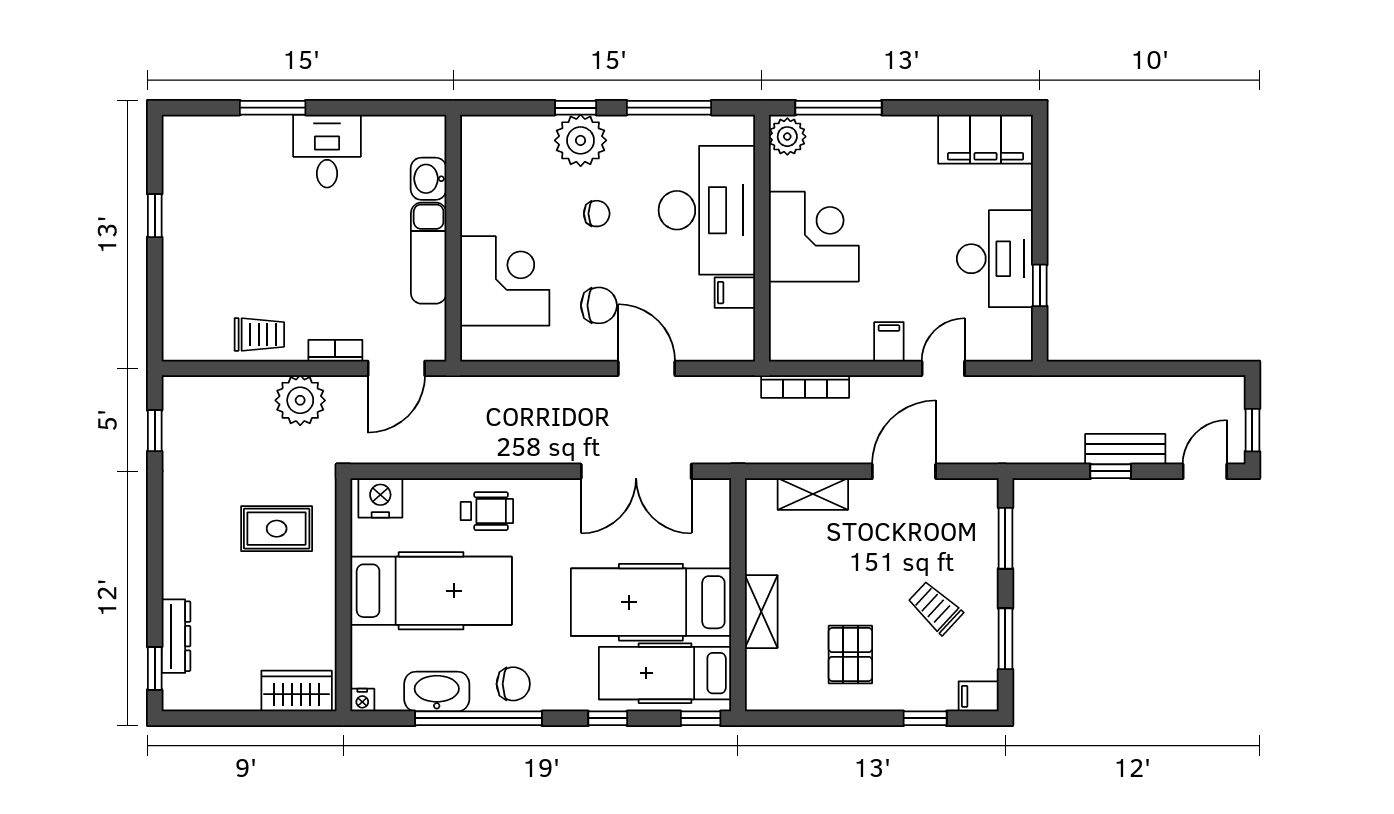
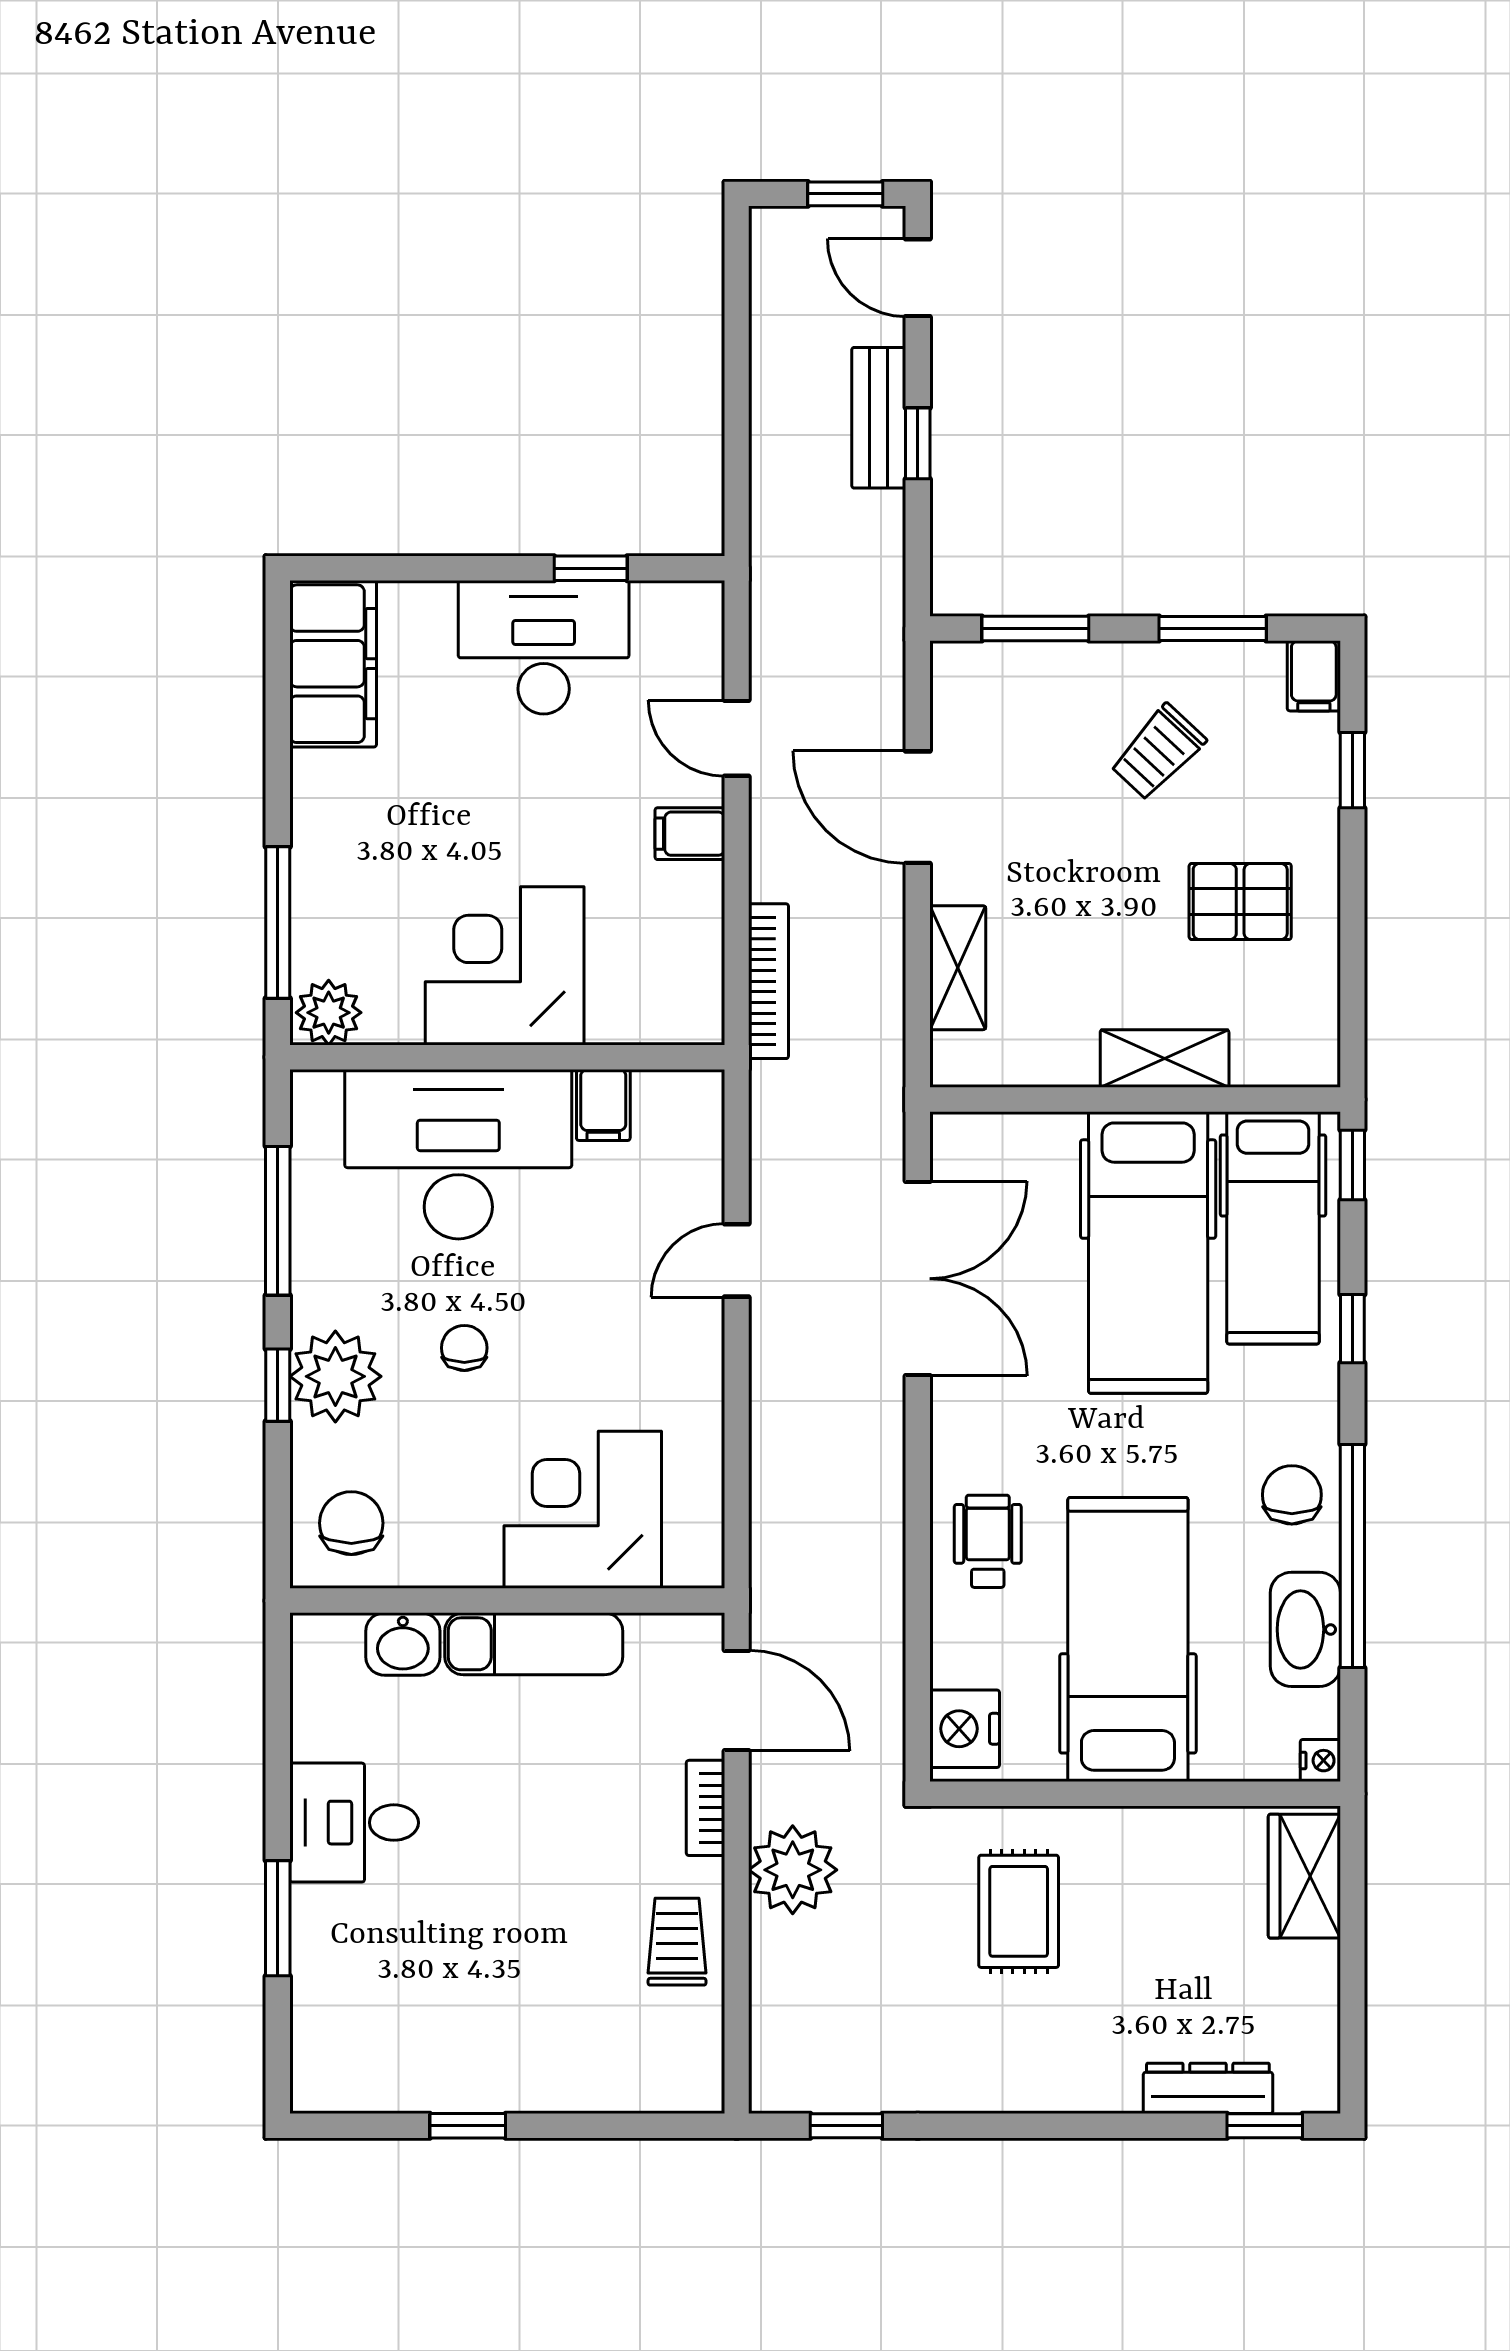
chair: (599, 305) -> (351, 1523), moved
door: (646, 368) -> (737, 1260), width x0.73

